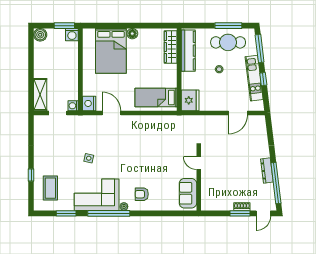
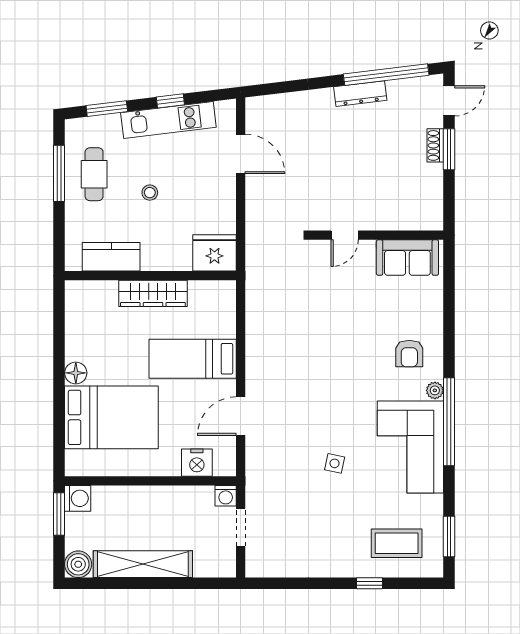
cafe table: (228, 42) -> (94, 174), width x0.73, depth x0.74
wardrobe: (171, 47) -> (153, 293), moved
window: (260, 49) -> (107, 109), width x0.69
kitchen counter: (188, 51) -> (111, 257), width x0.67
shelving: (40, 95) -> (143, 564), moved, width x1.47
bed: (156, 97) -> (193, 359), moved, turned 90
nightstand: (89, 103) -> (197, 463), moved
window: (66, 213) -> (449, 536), moved
door: (263, 213) -> (449, 101), hinge flipped

